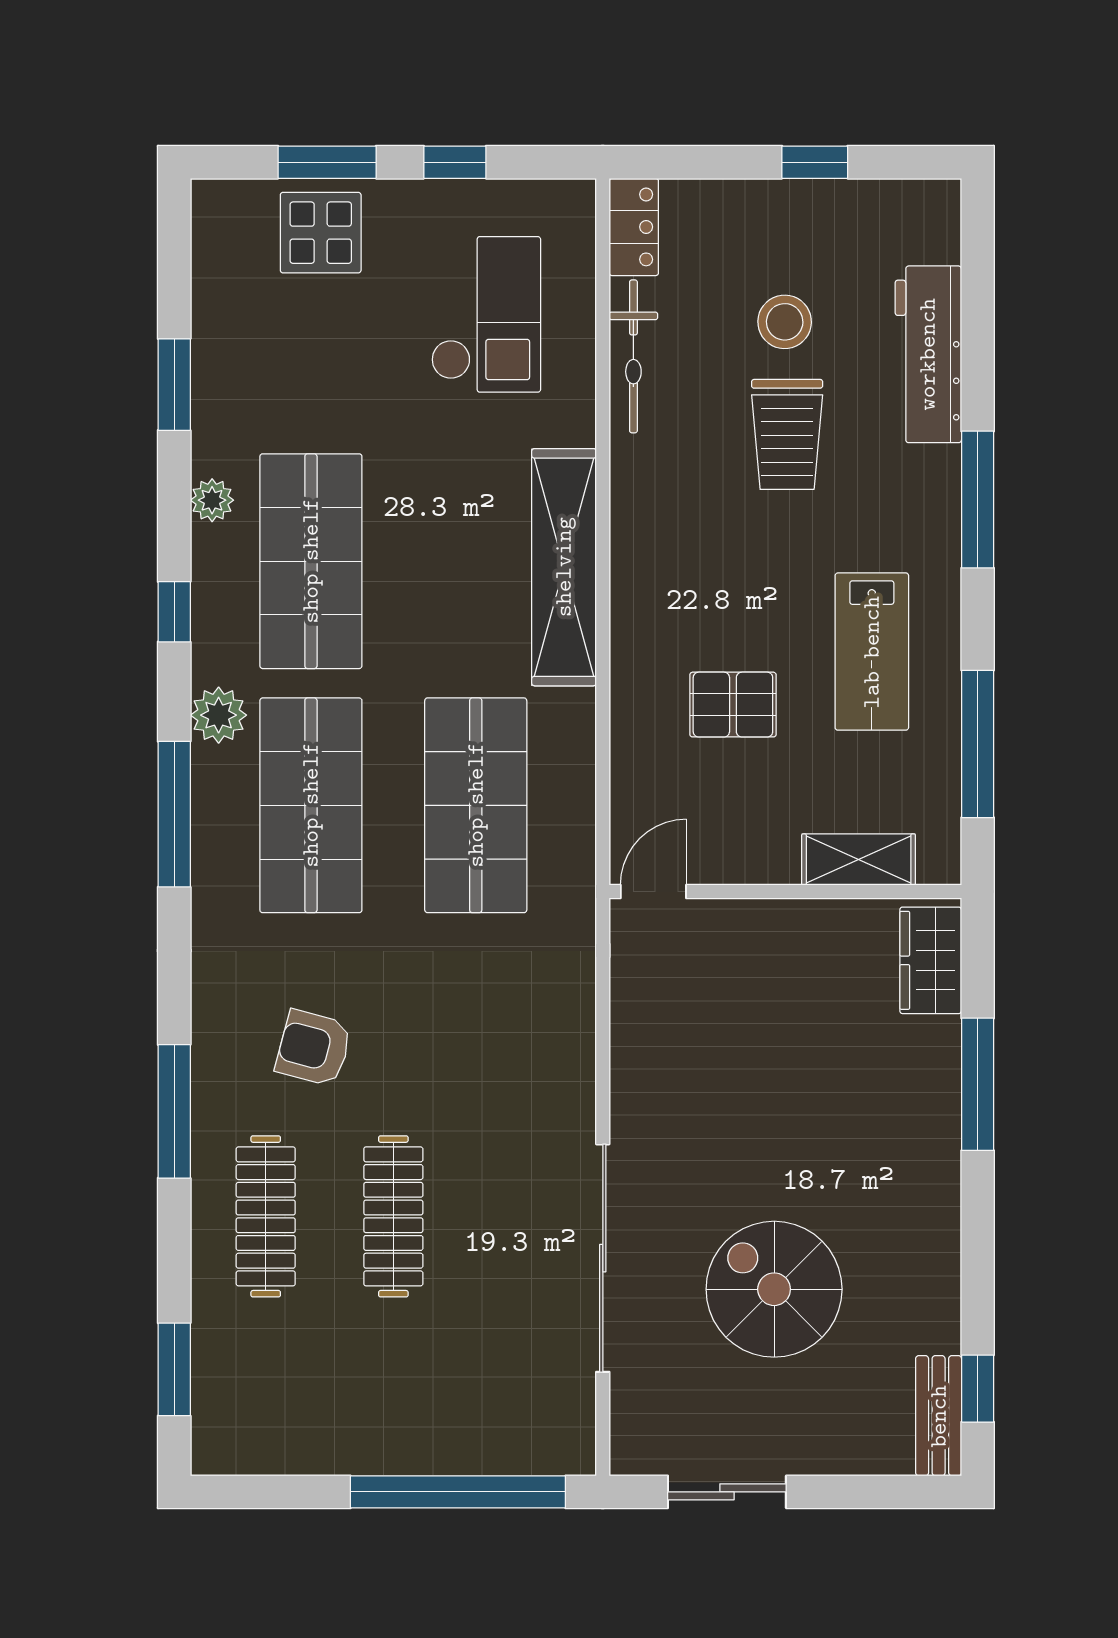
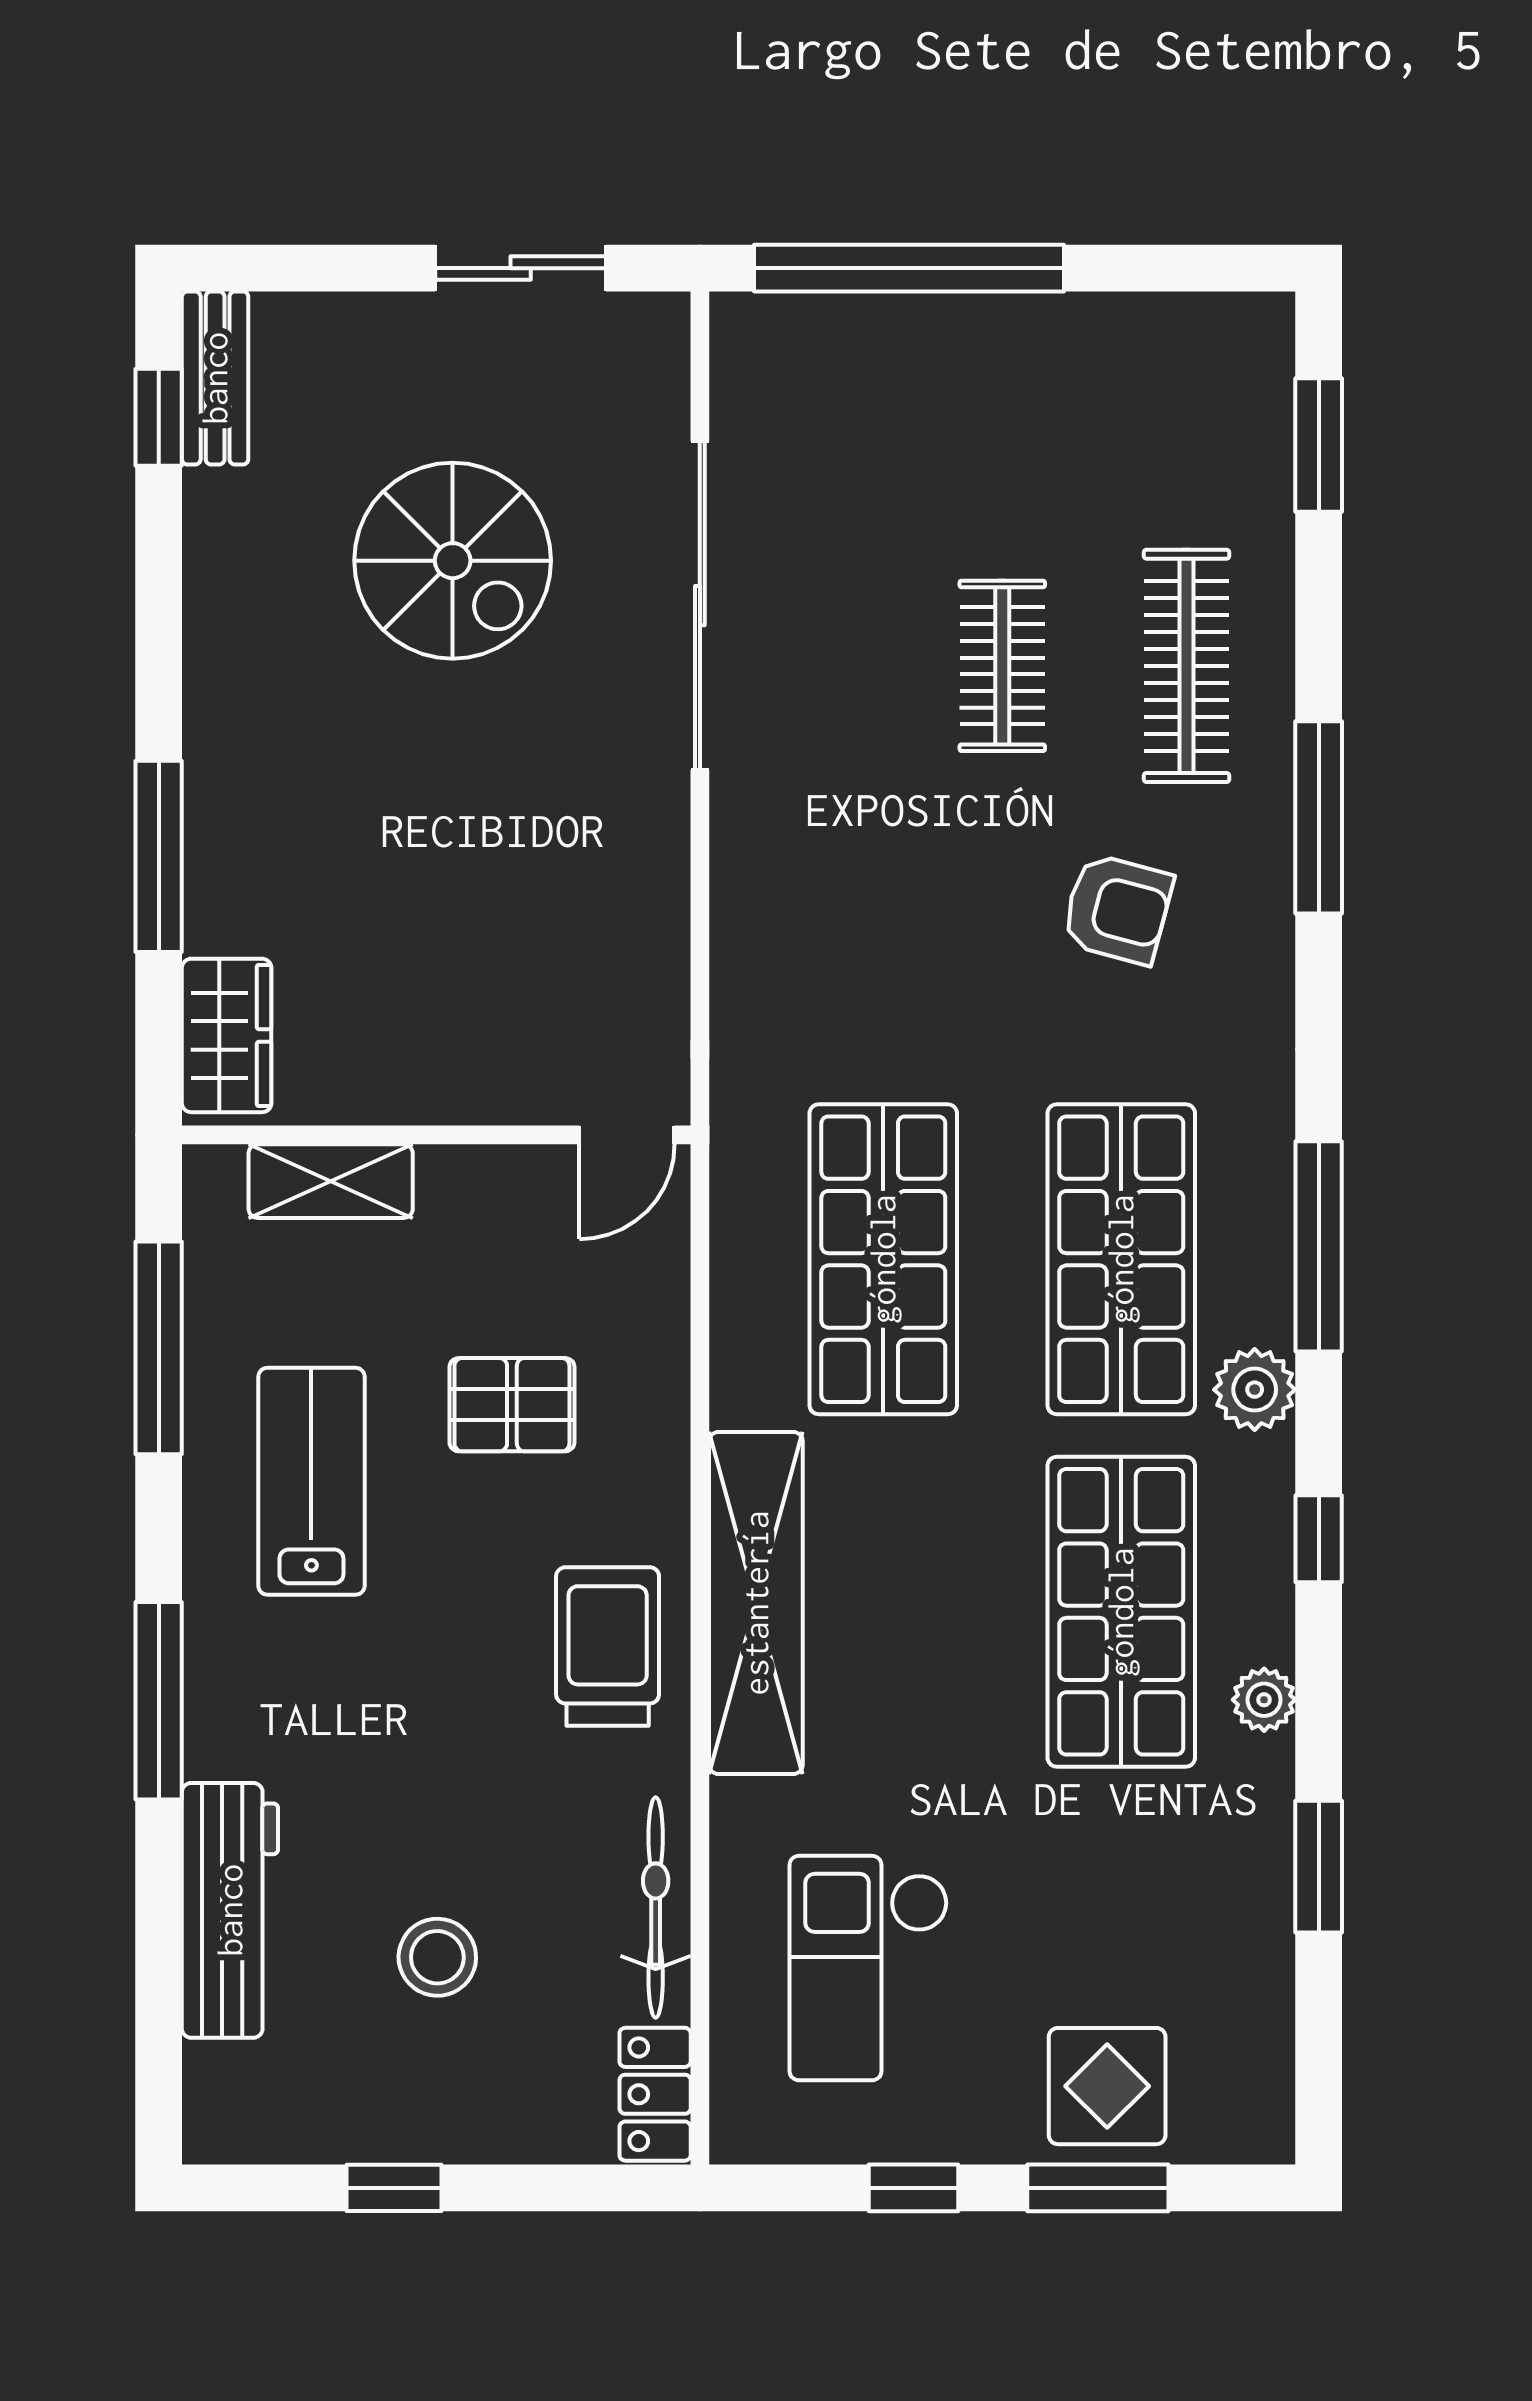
trolley: (787, 434) -> (608, 1646), moved
clothes rail: (393, 1216) -> (1002, 666), width x0.73

